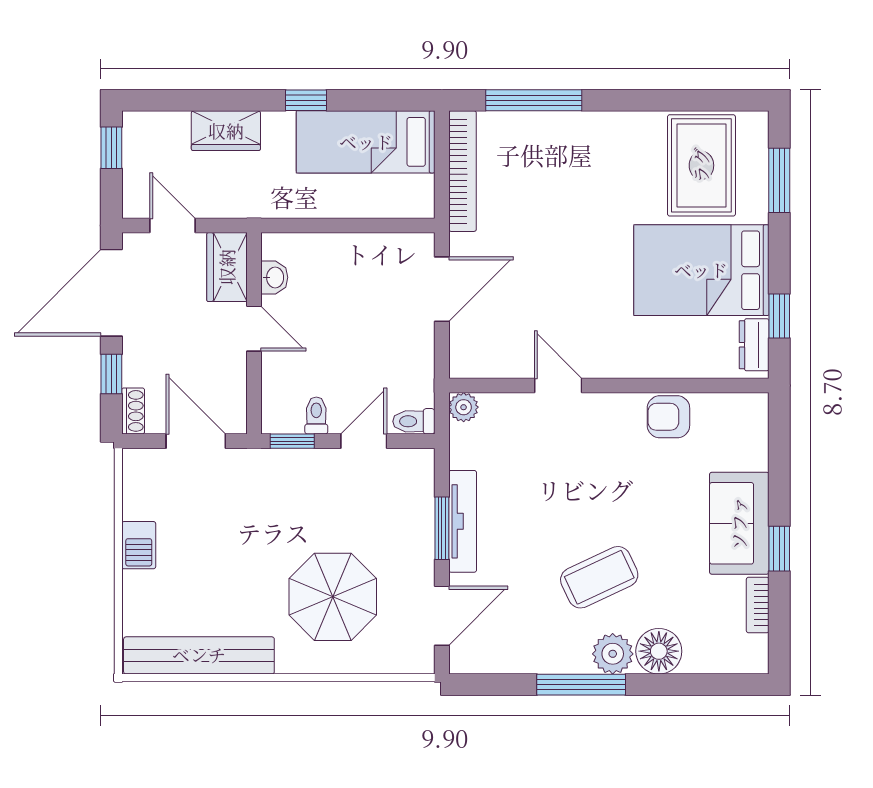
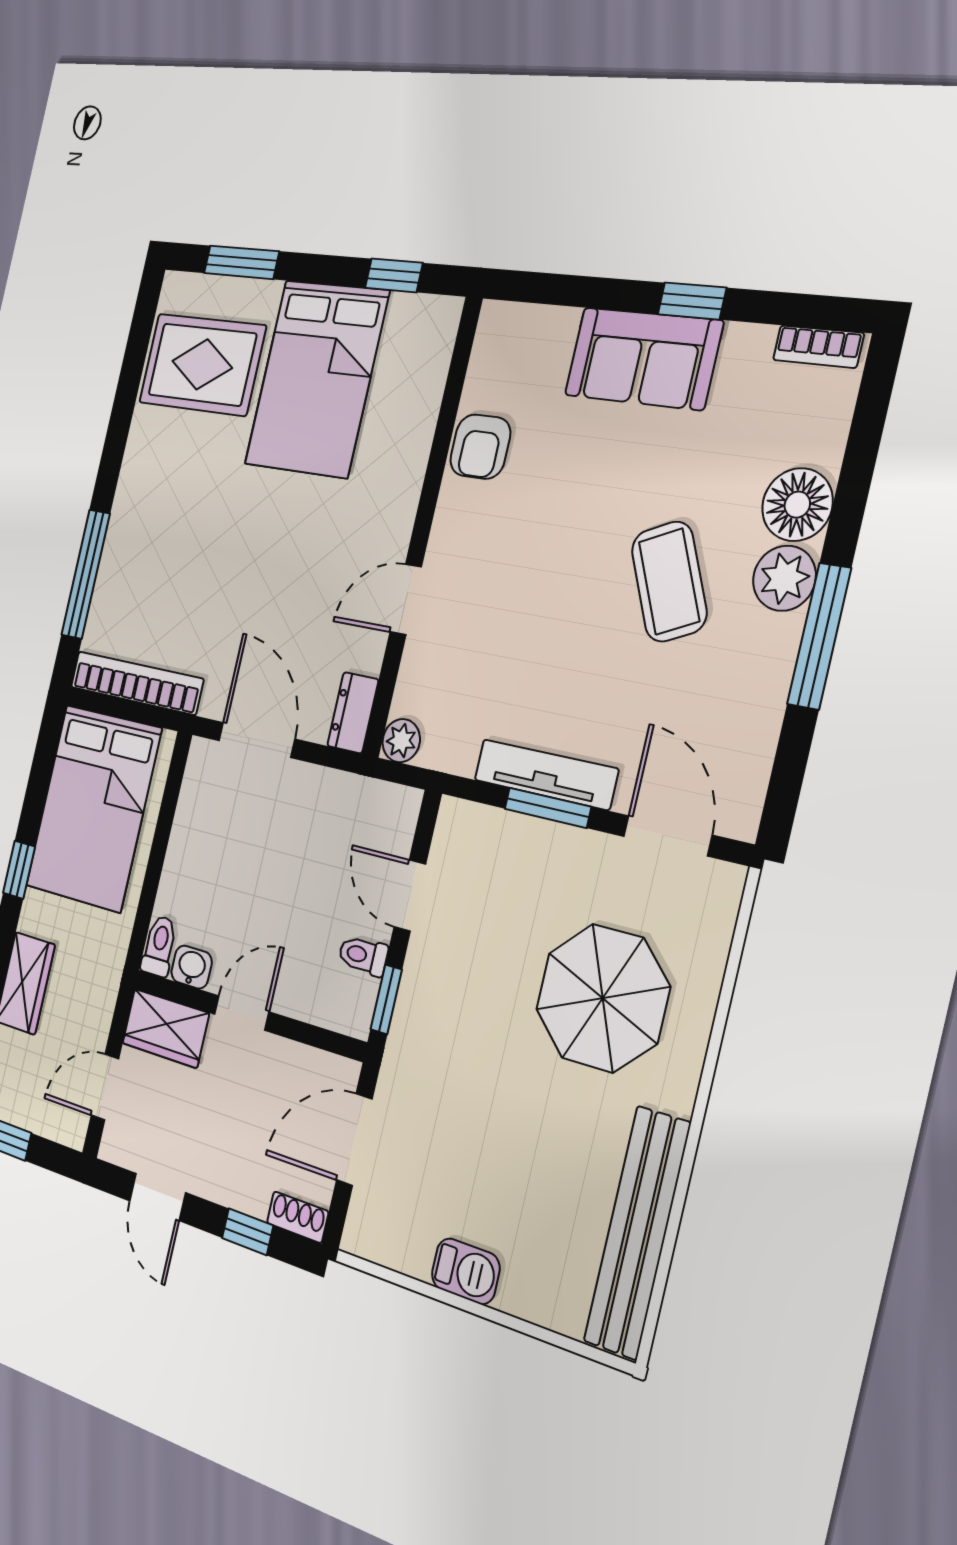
bed: (366, 142) -> (93, 808), width x1.50
door: (111, 293) -> (157, 1197), width x0.53
dresser: (754, 345) -> (353, 713), moved, turned 90
toilet: (414, 421) -> (159, 946), moved, turned 180
bookcase: (758, 605) -> (818, 347), moved

